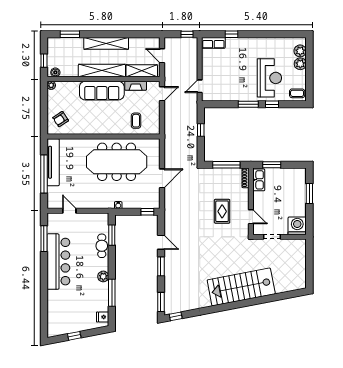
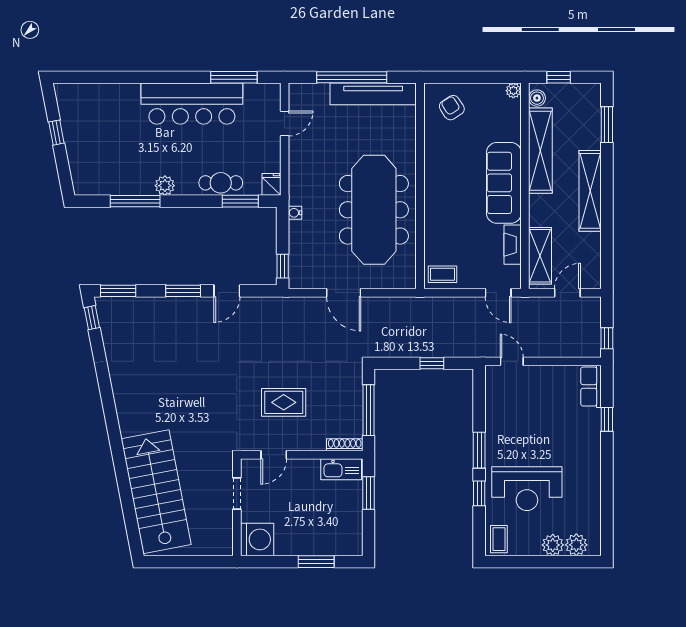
shelving: (102, 71) -> (540, 151), moved
coffee table: (136, 121) -> (442, 274), moved
stairs: (241, 287) -> (156, 492), moved
fridge: (103, 317) -> (272, 184), moved

